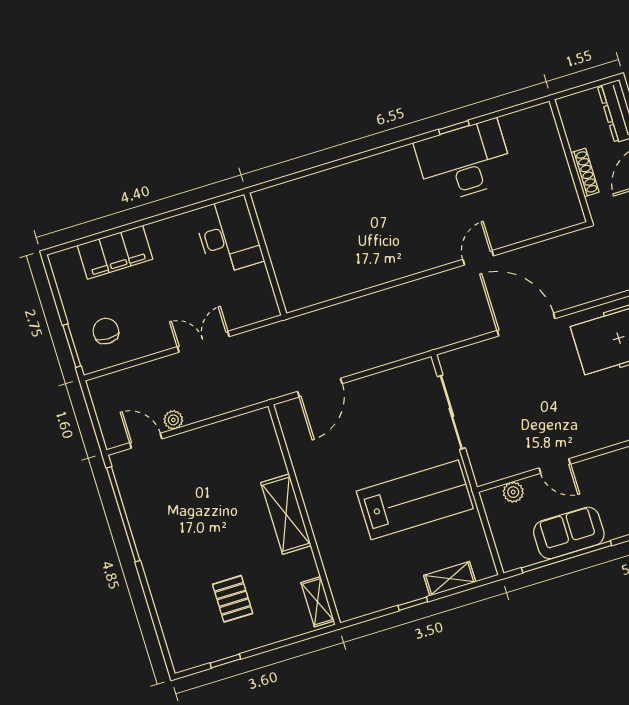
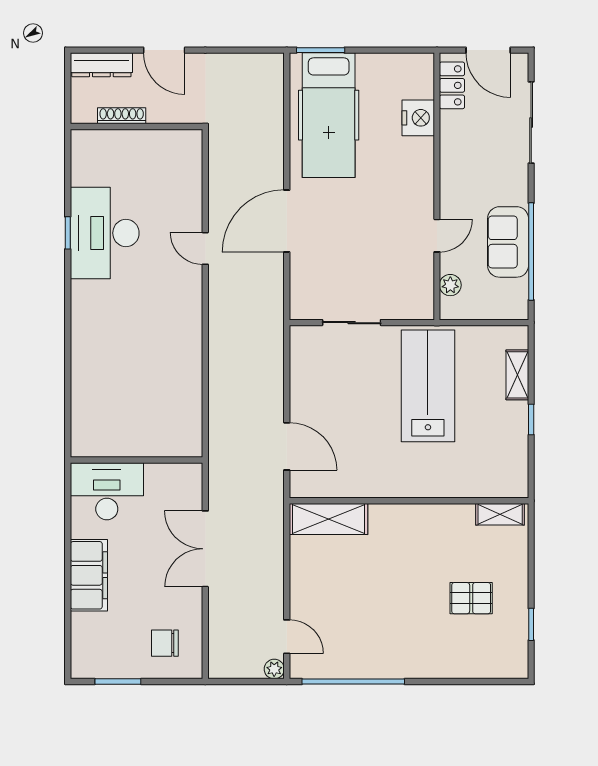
shoe rack: (585, 172) -> (122, 116), moved
filing cabinet: (115, 252) -> (89, 575), moved
double door: (203, 342) -> (205, 549), width x1.37
window: (72, 346) -> (118, 682), moved
sliding door: (451, 412) -> (352, 323), width x0.73
plant: (173, 420) -> (274, 669), moved
door: (146, 441) -> (287, 637), swing flipped
shelving: (286, 514) -> (328, 519), moved

